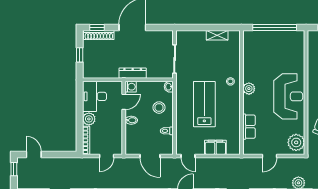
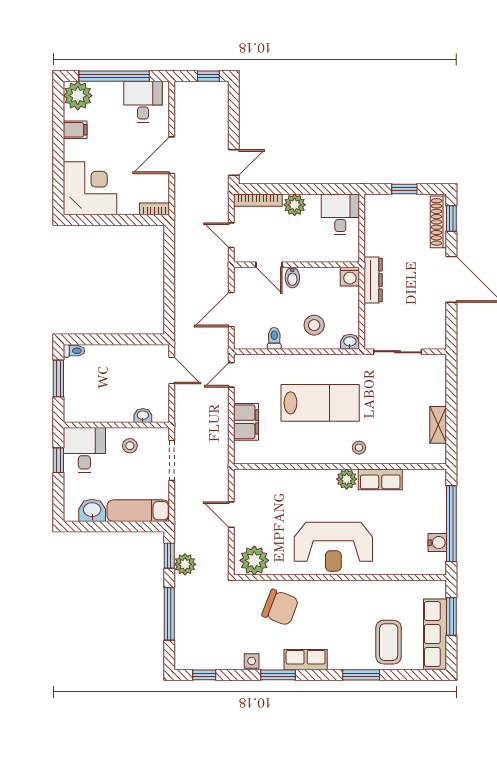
water cooler: (286, 36) -> (437, 543), added
desk: (94, 96) -> (340, 214), width x0.73
door: (124, 102) -> (269, 265), moved
row of seats: (249, 127) -> (380, 479), moved
door: (34, 154) -> (234, 163), moved

